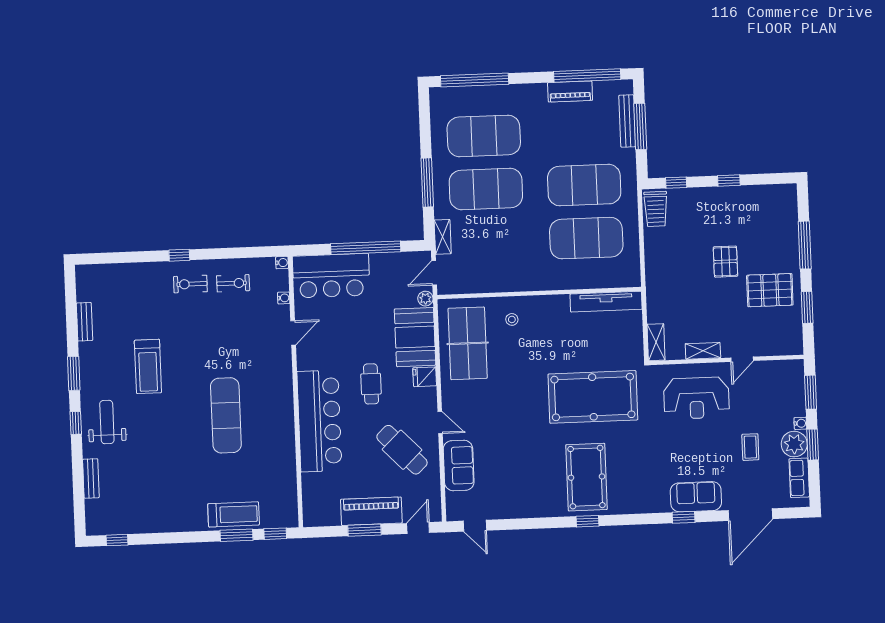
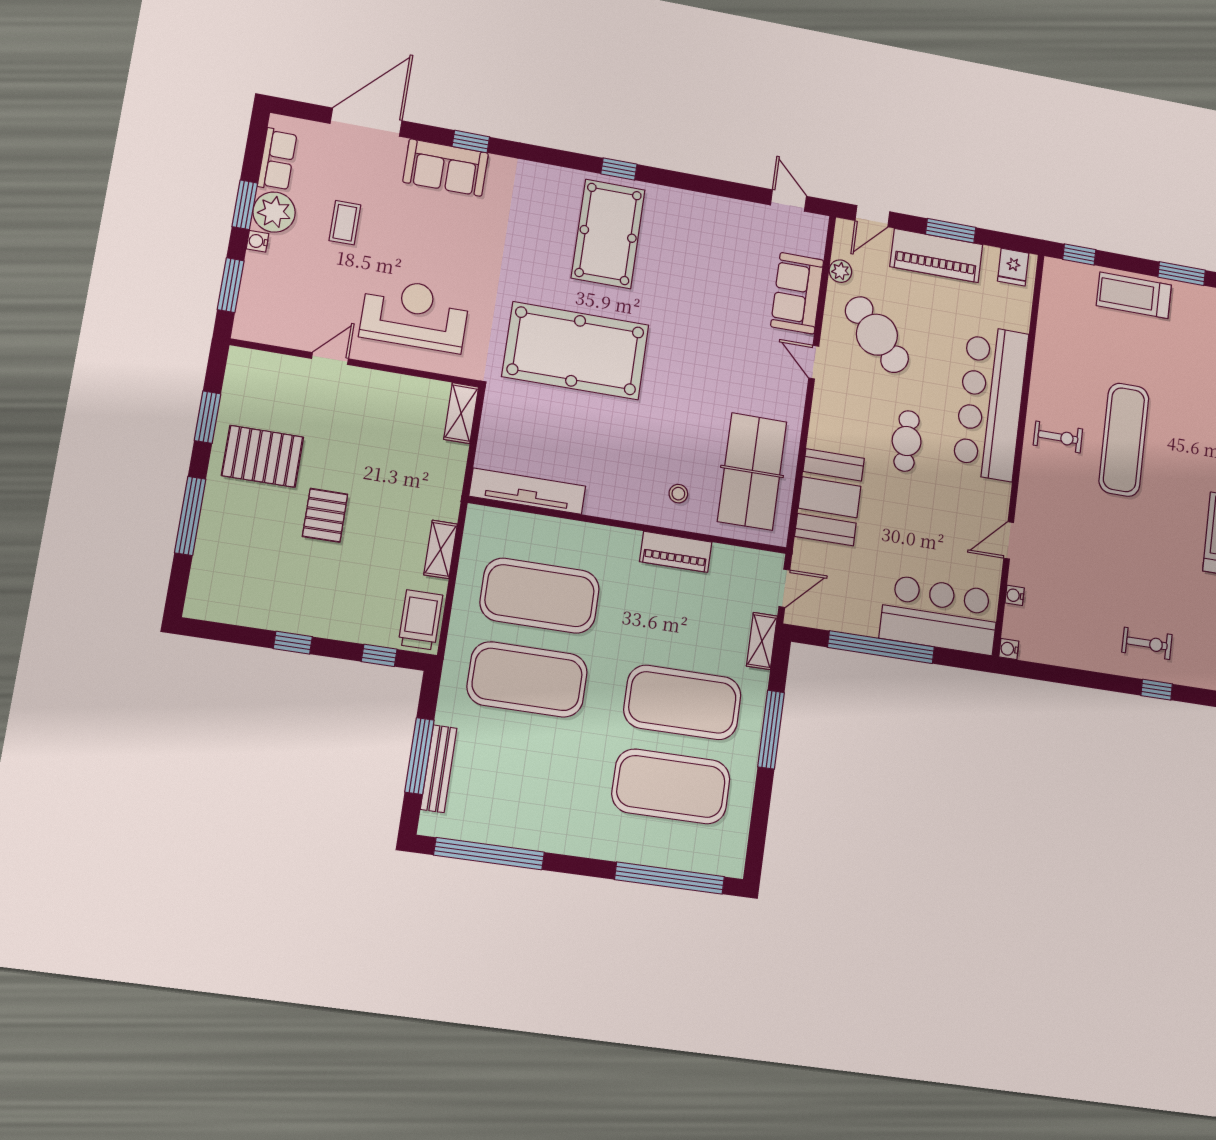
piano: (570, 91) -> (676, 552), moved, turned 180
exercise bike: (233, 283) -> (1058, 437), moved, turned 180
plant: (425, 299) -> (840, 271), moved
shelving: (703, 351) -> (441, 549), moved, turned 90
fridge: (425, 377) -> (1013, 267), moved, turned 90
window: (237, 535) -> (1182, 274), moved

